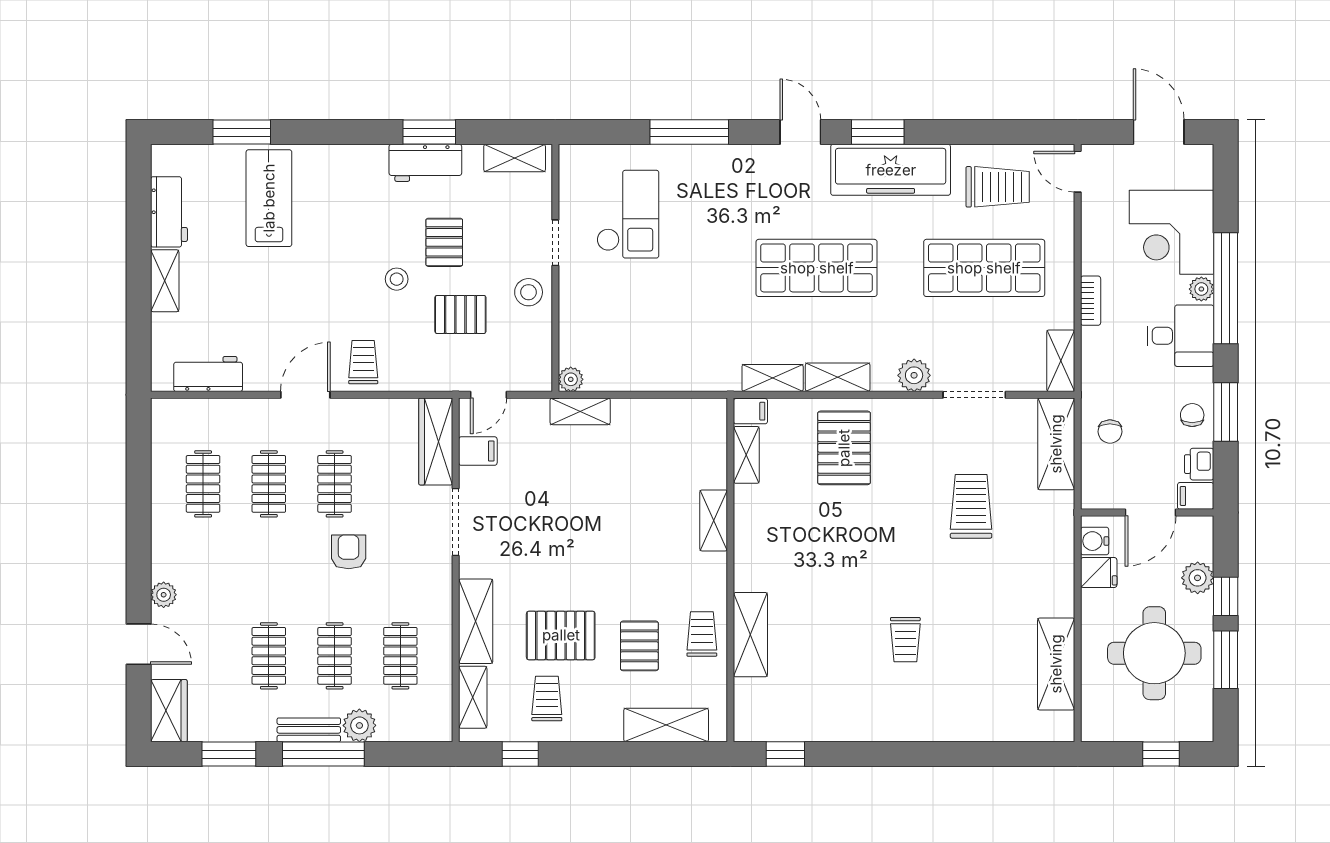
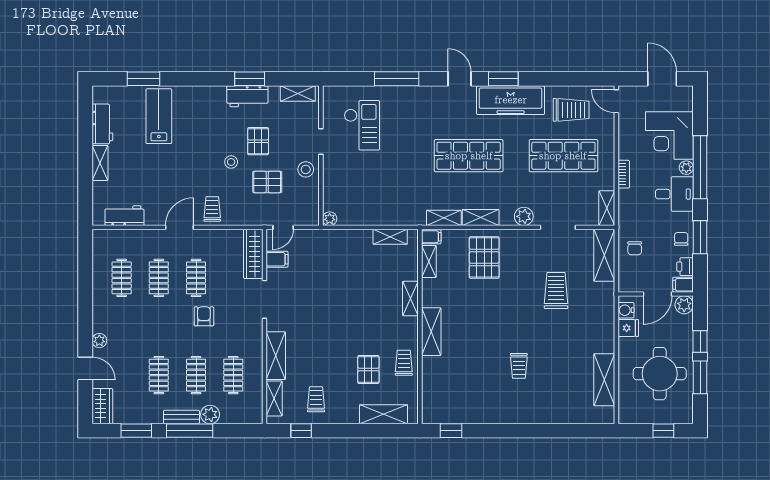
shelving: (580, 411) -> (390, 237), moved
plant: (1198, 578) -> (684, 305), moved
pallet: (561, 635) -> (324, 364), removed
shelving: (750, 635) -> (431, 332), moved

